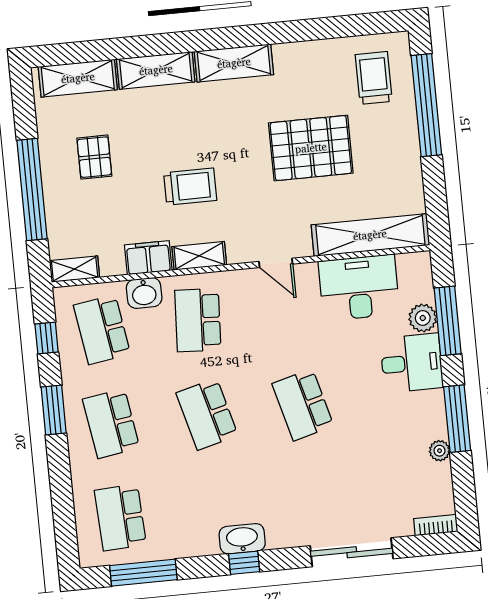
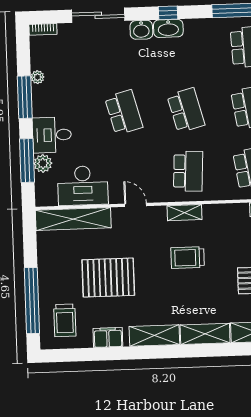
filing cabinet: (148, 258) -> (108, 337), moved, turned 180
washbasin: (144, 293) -> (141, 30), moved, turned 180

